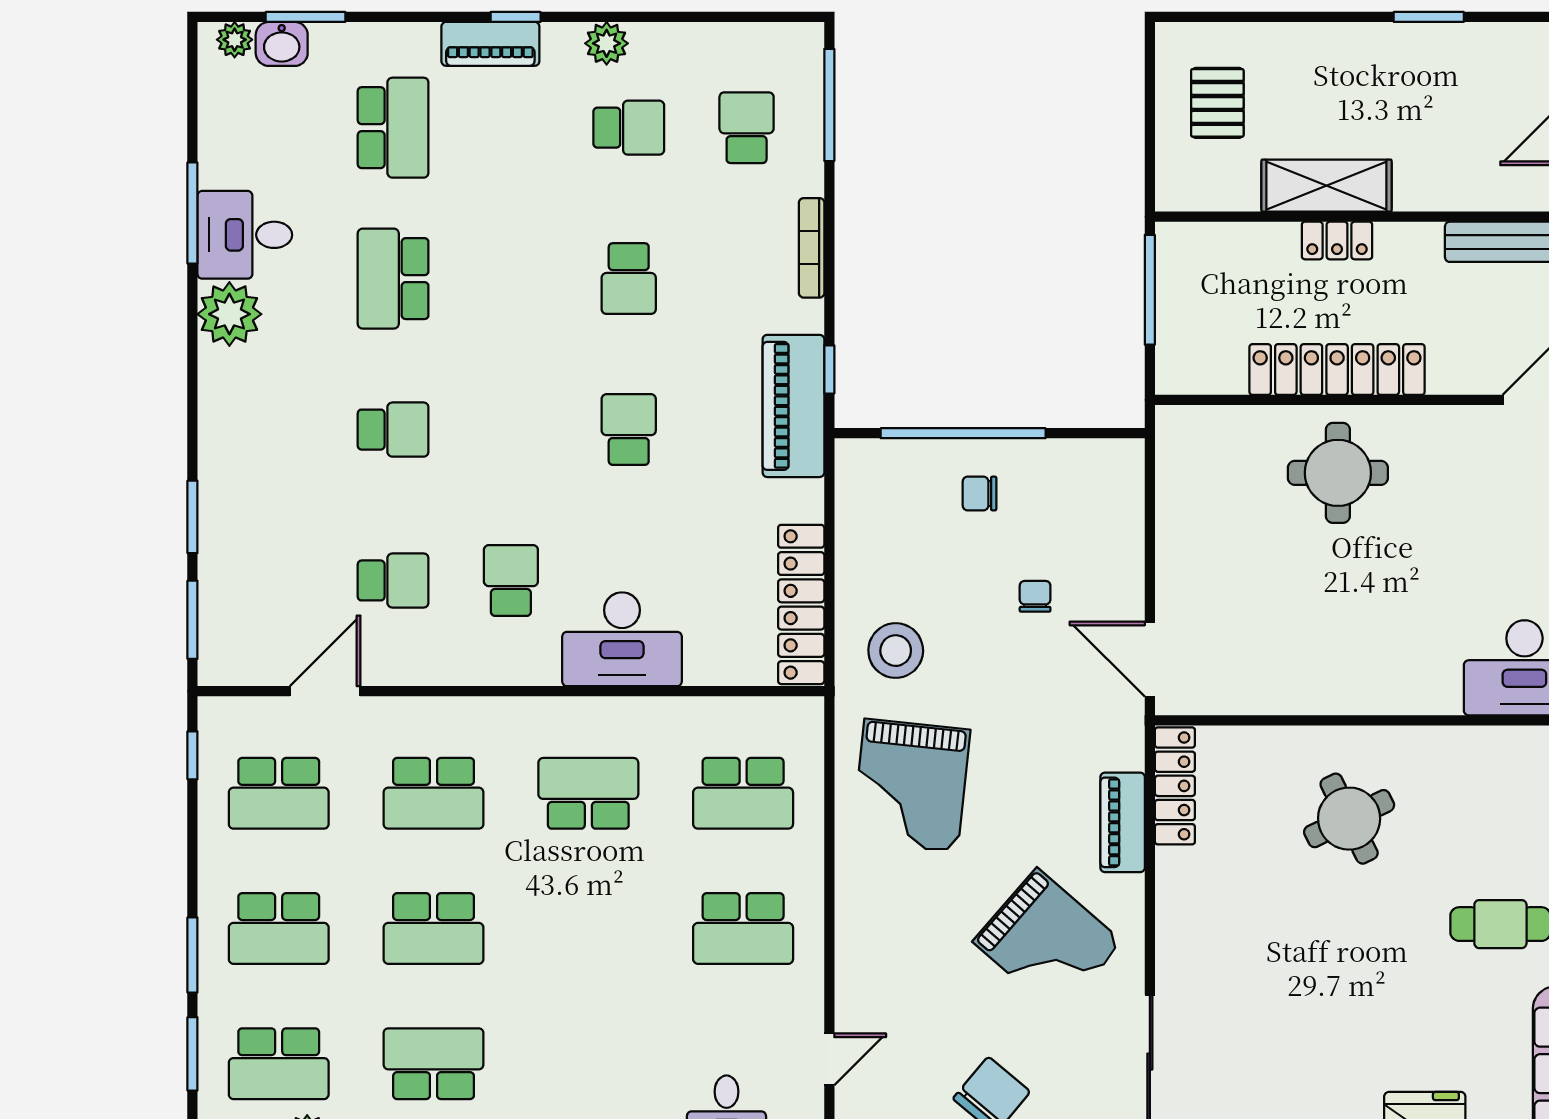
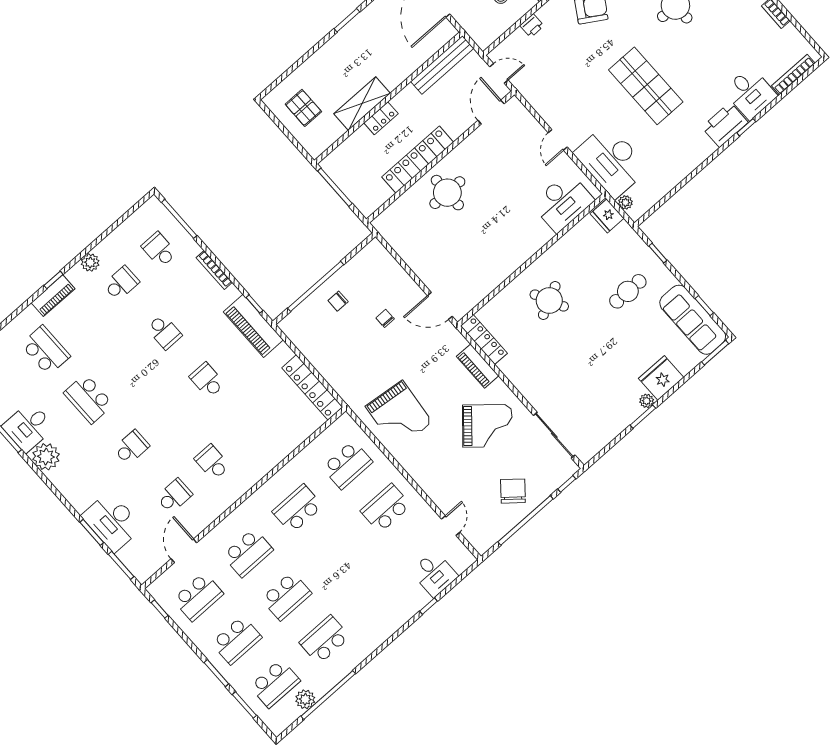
desk: (622, 639) -> (112, 522), moved, turned 90
stool: (896, 651) -> (356, 375), removed
school desk: (743, 929) -> (386, 508), turned 180

